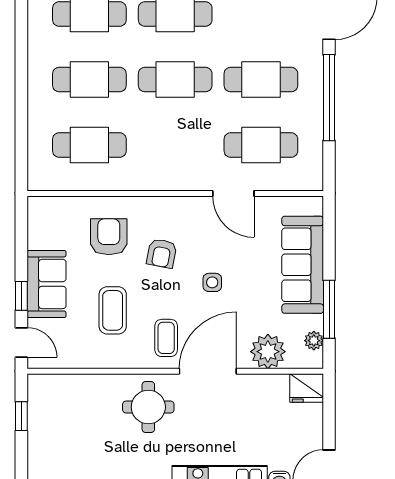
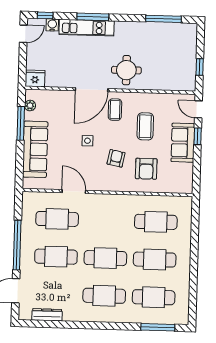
plant: (268, 352) -> (57, 100), removed

